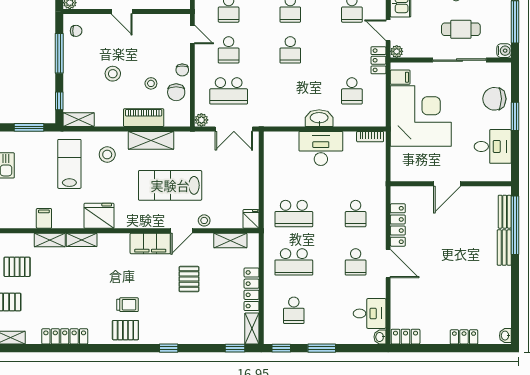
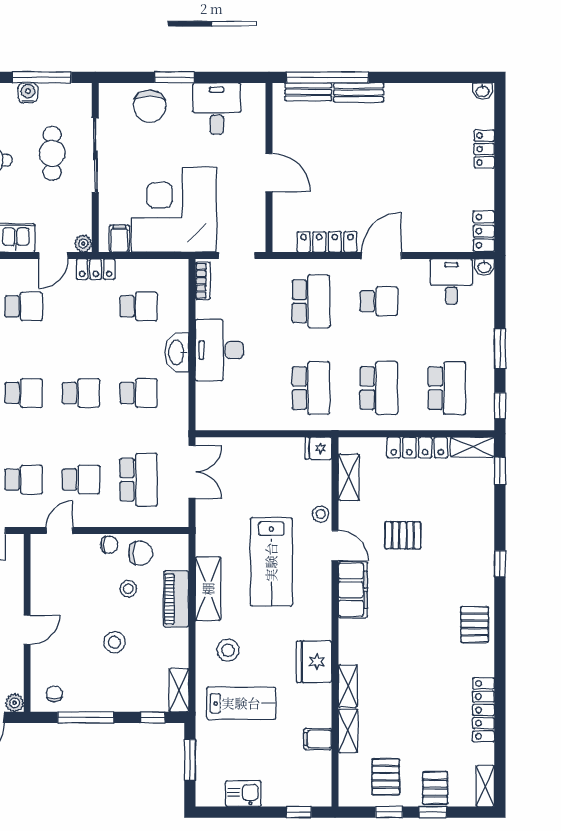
water cooler: (504, 51) -> (28, 93), moved
school desk: (290, 91) -> (139, 393), added
plant: (201, 120) -> (179, 518), removed
doorway: (388, 161) -> (237, 256), added
lab bench: (69, 164) -> (241, 703), turned 180
school desk: (356, 214) -> (311, 301), width x1.85
trolley: (128, 305) -> (439, 622), removed
school desk: (294, 310) -> (447, 388), width x1.85

